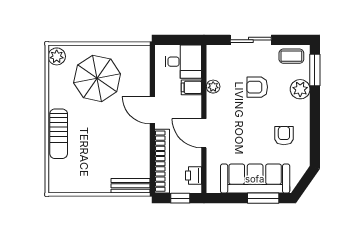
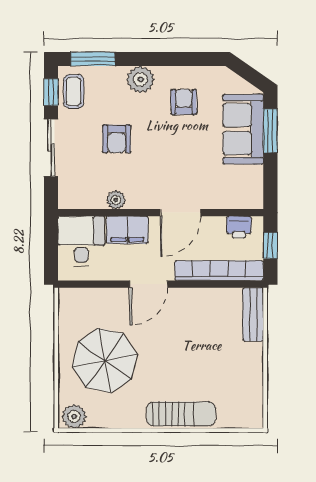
window: (291, 40) -> (51, 92), added
filing cabinet: (191, 87) -> (127, 230), width x2.00
plant: (300, 89) -> (140, 79), moved
armchair: (284, 136) -> (184, 102), turned 90
sofa: (255, 179) -> (243, 129), width x0.73

